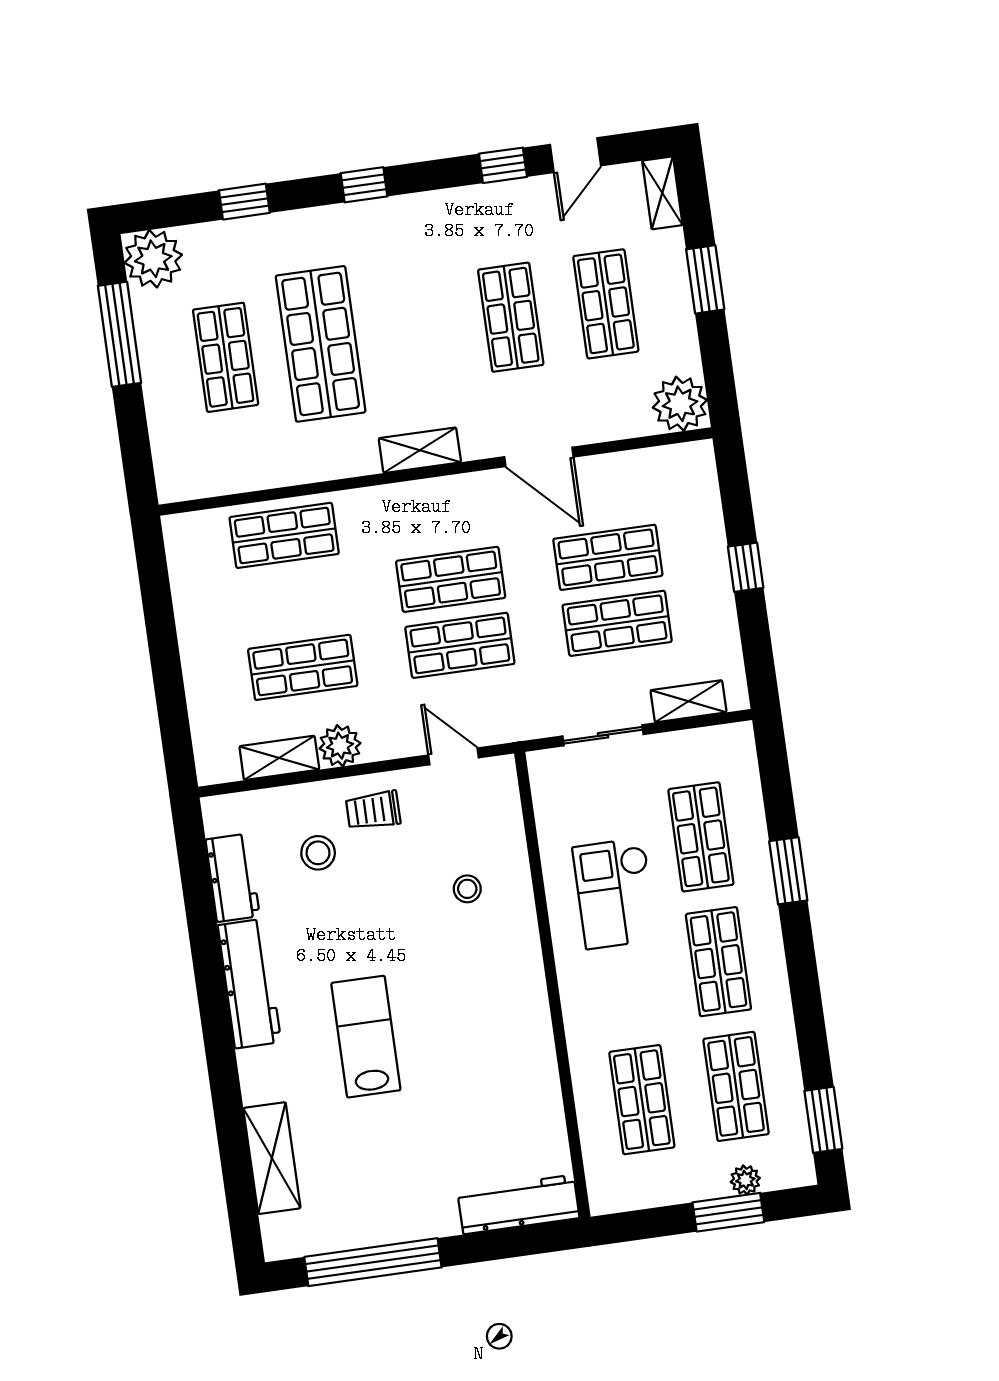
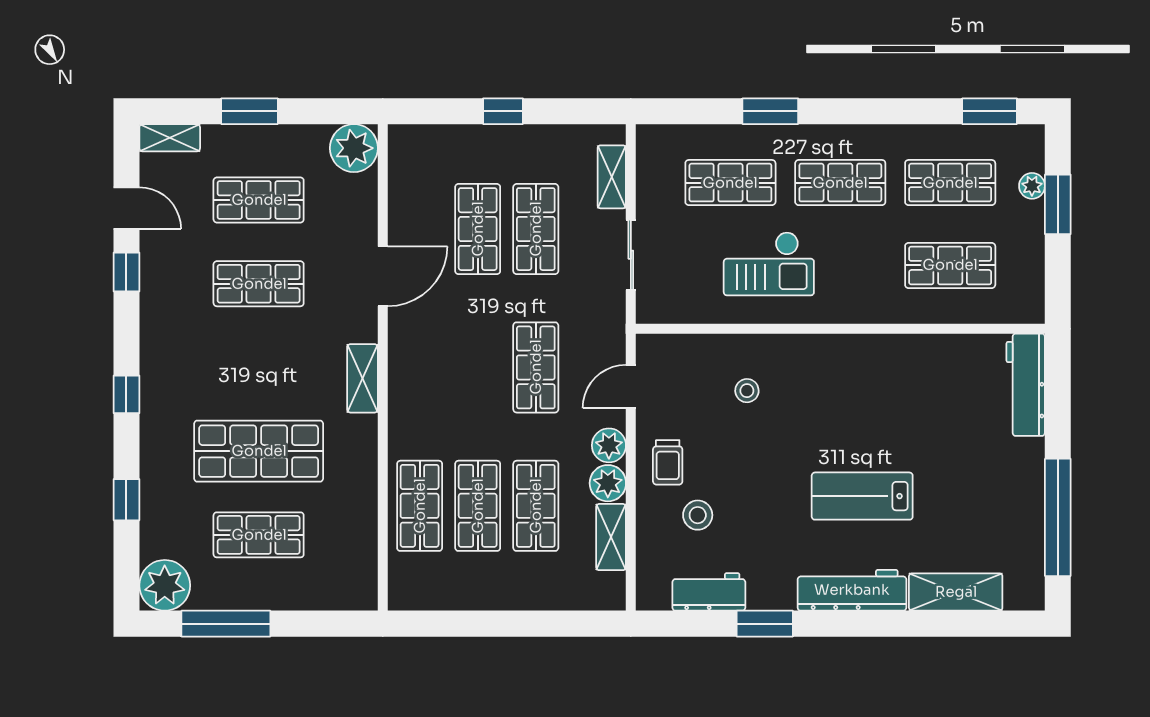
shop shelf: (451, 579) -> (478, 506), moved
plant: (383, 741) -> (609, 445), added
window: (205, 946) -> (765, 624), added
workbench: (249, 984) -> (852, 590), moved

